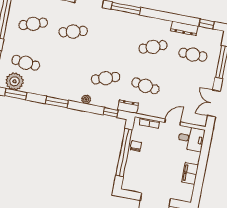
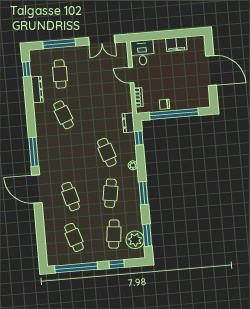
cafe table: (145, 86) -> (110, 193), moved

